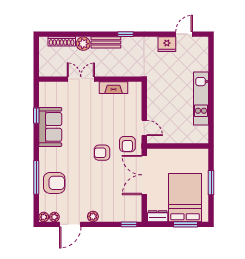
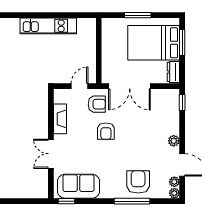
double door: (81, 79) -> (51, 154), moved
wall: (90, 79) -> (51, 144), moved
fireplace: (113, 88) -> (60, 119), moved

